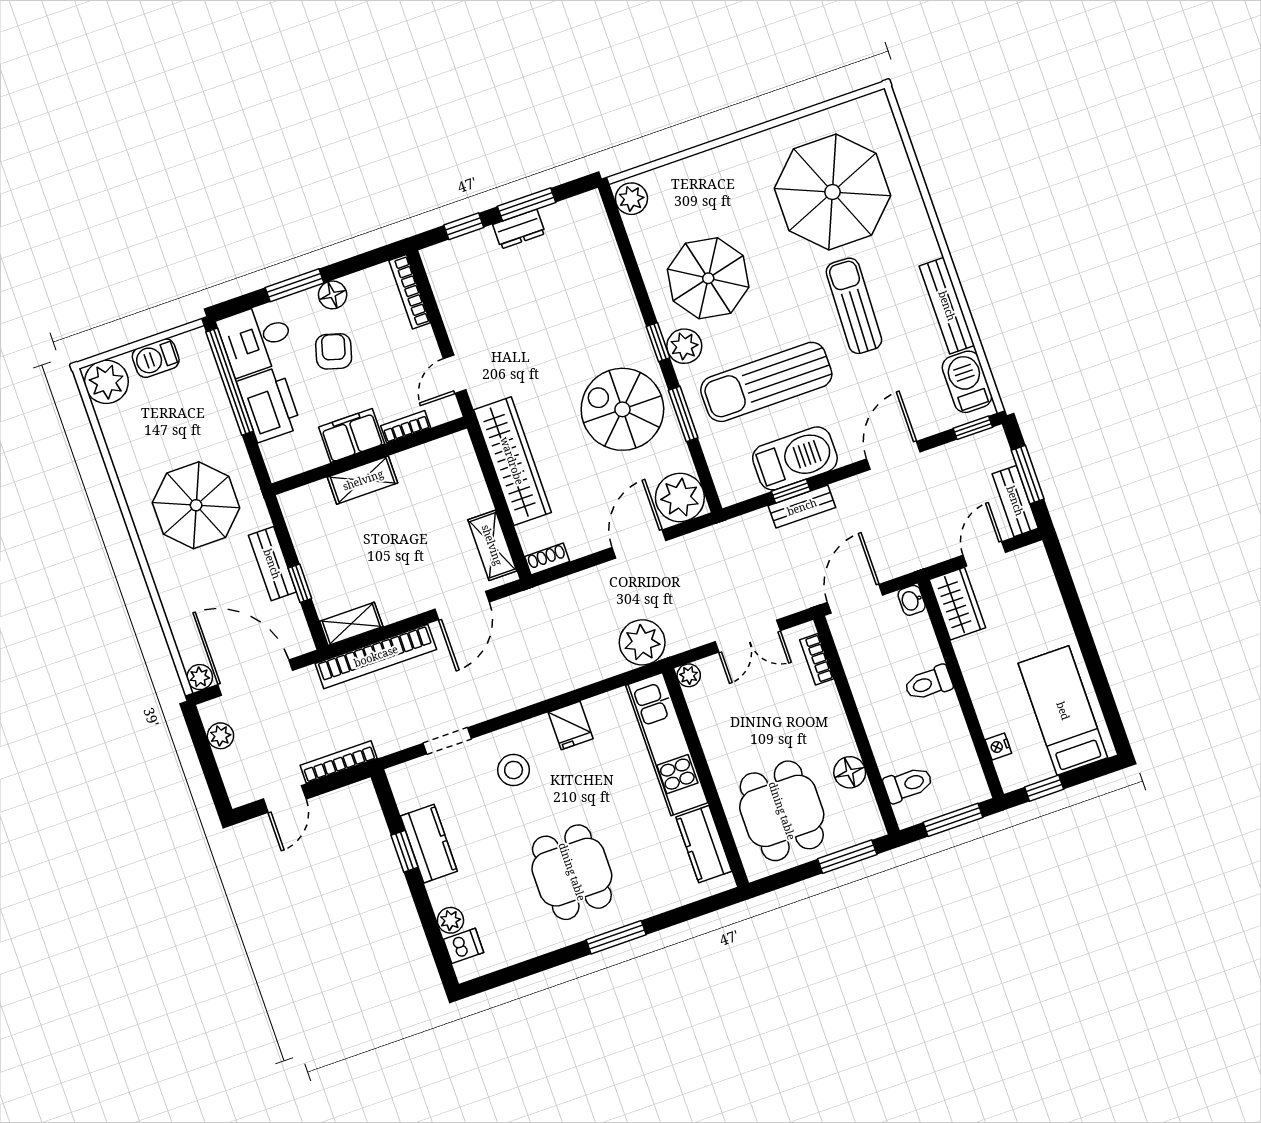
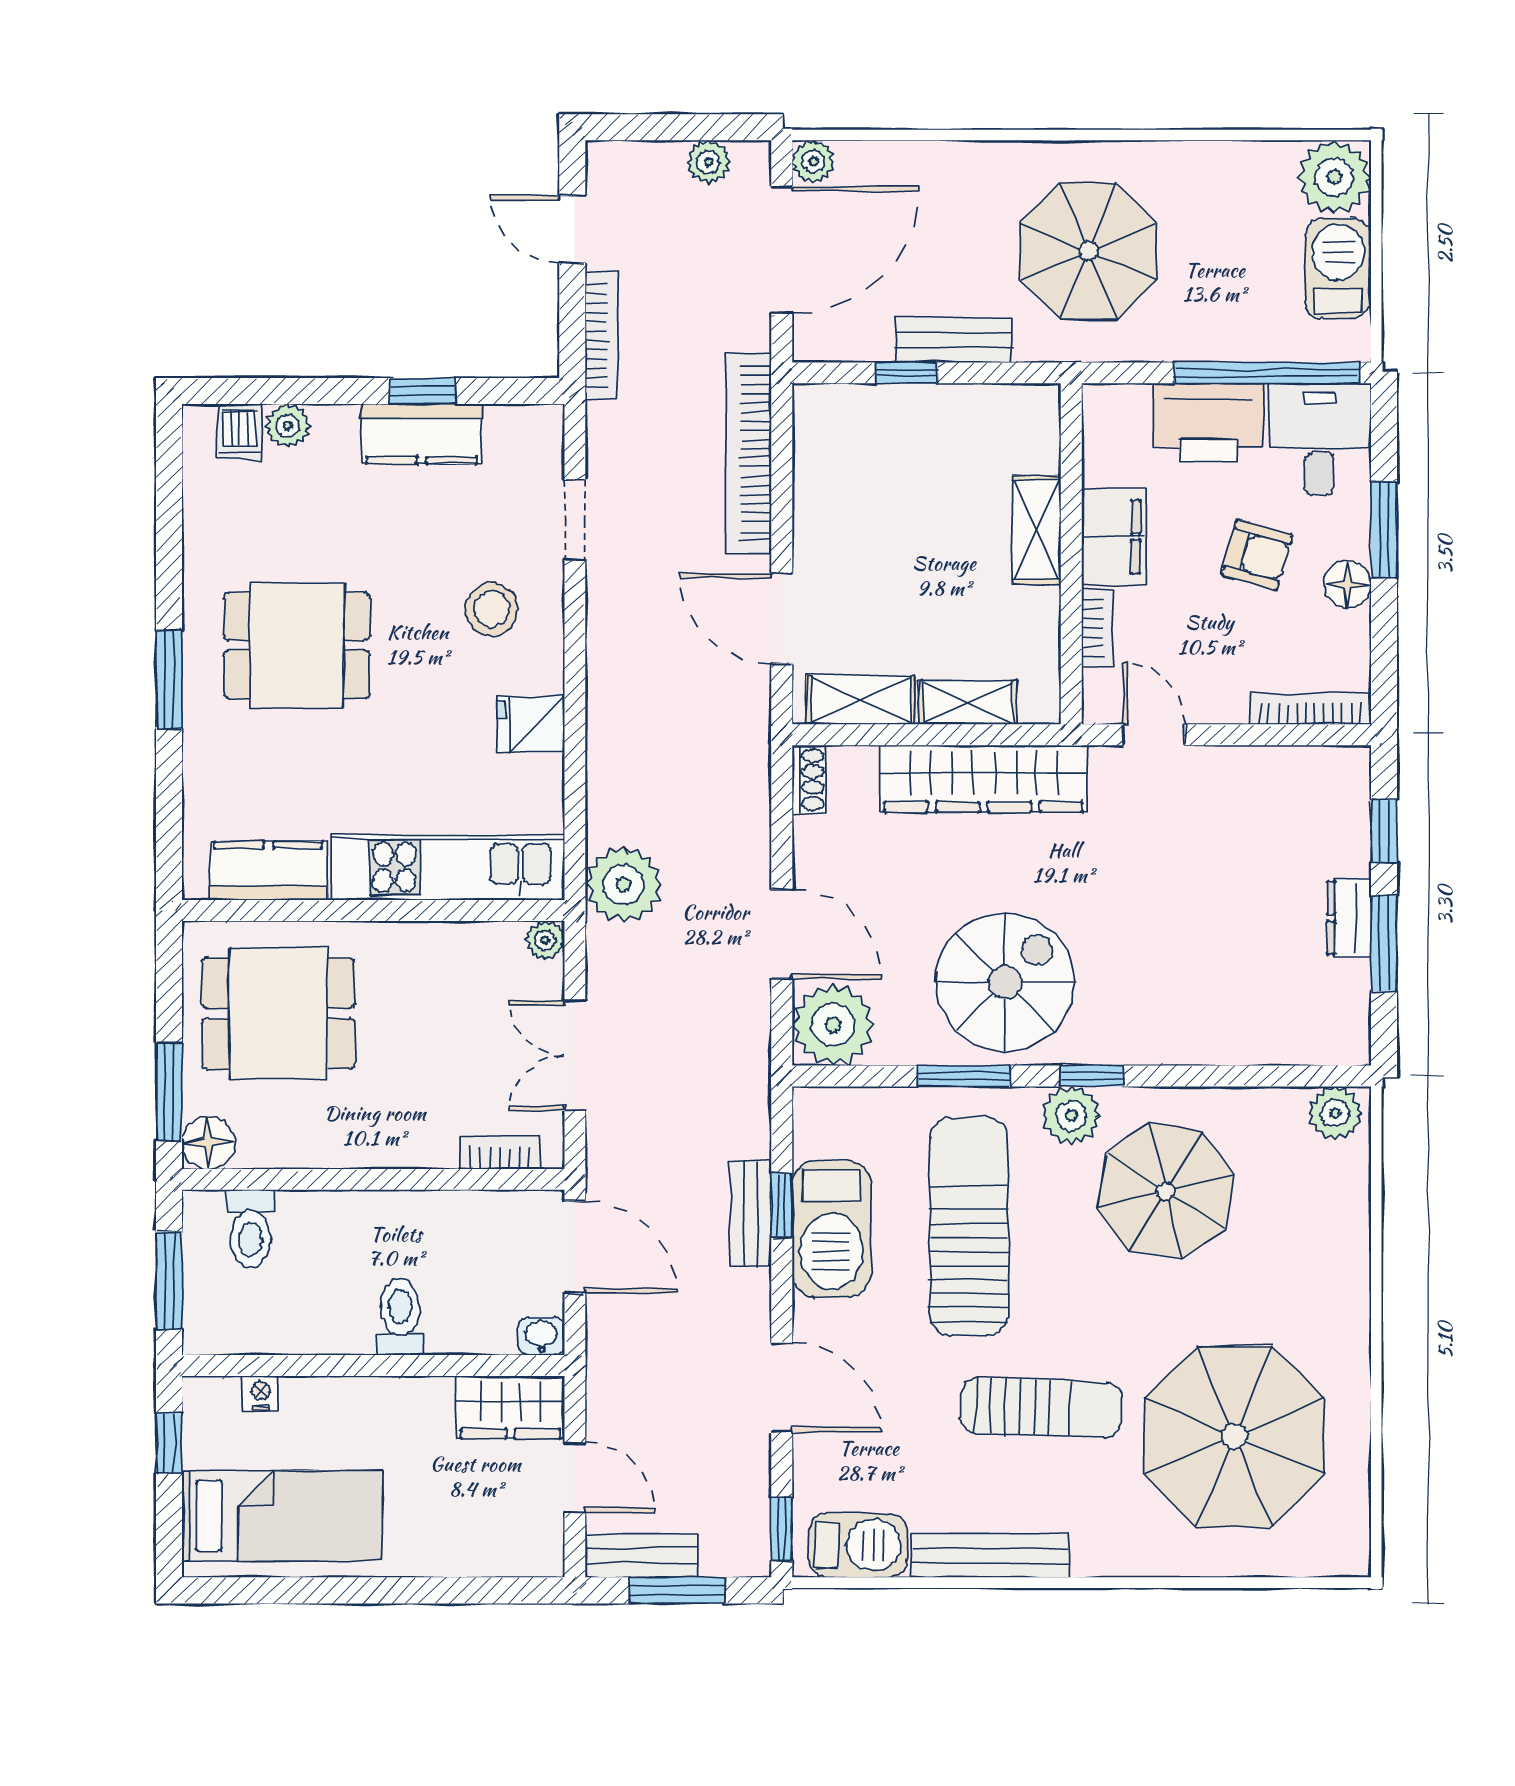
barbecue: (156, 358) -> (1338, 268), width x1.38, depth x1.27
shelving: (351, 624) -> (968, 703), moved, turned 90
floor lamp: (850, 772) -> (208, 1143), moved

